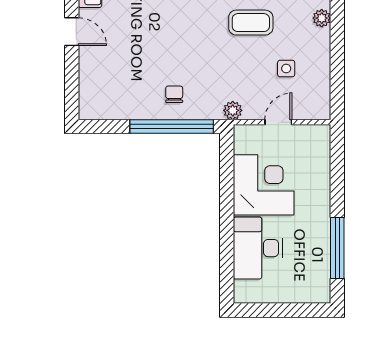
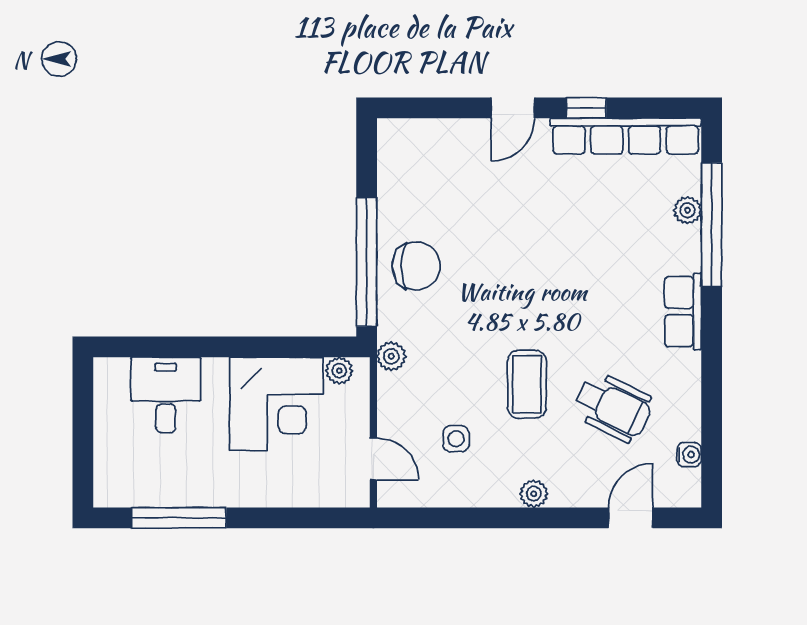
chair: (174, 94) -> (416, 266), width x1.87, depth x1.87
door: (278, 122) -> (373, 459), moved
plant: (242, 144) -> (339, 371), added
desk: (258, 248) -> (166, 395), width x0.73

